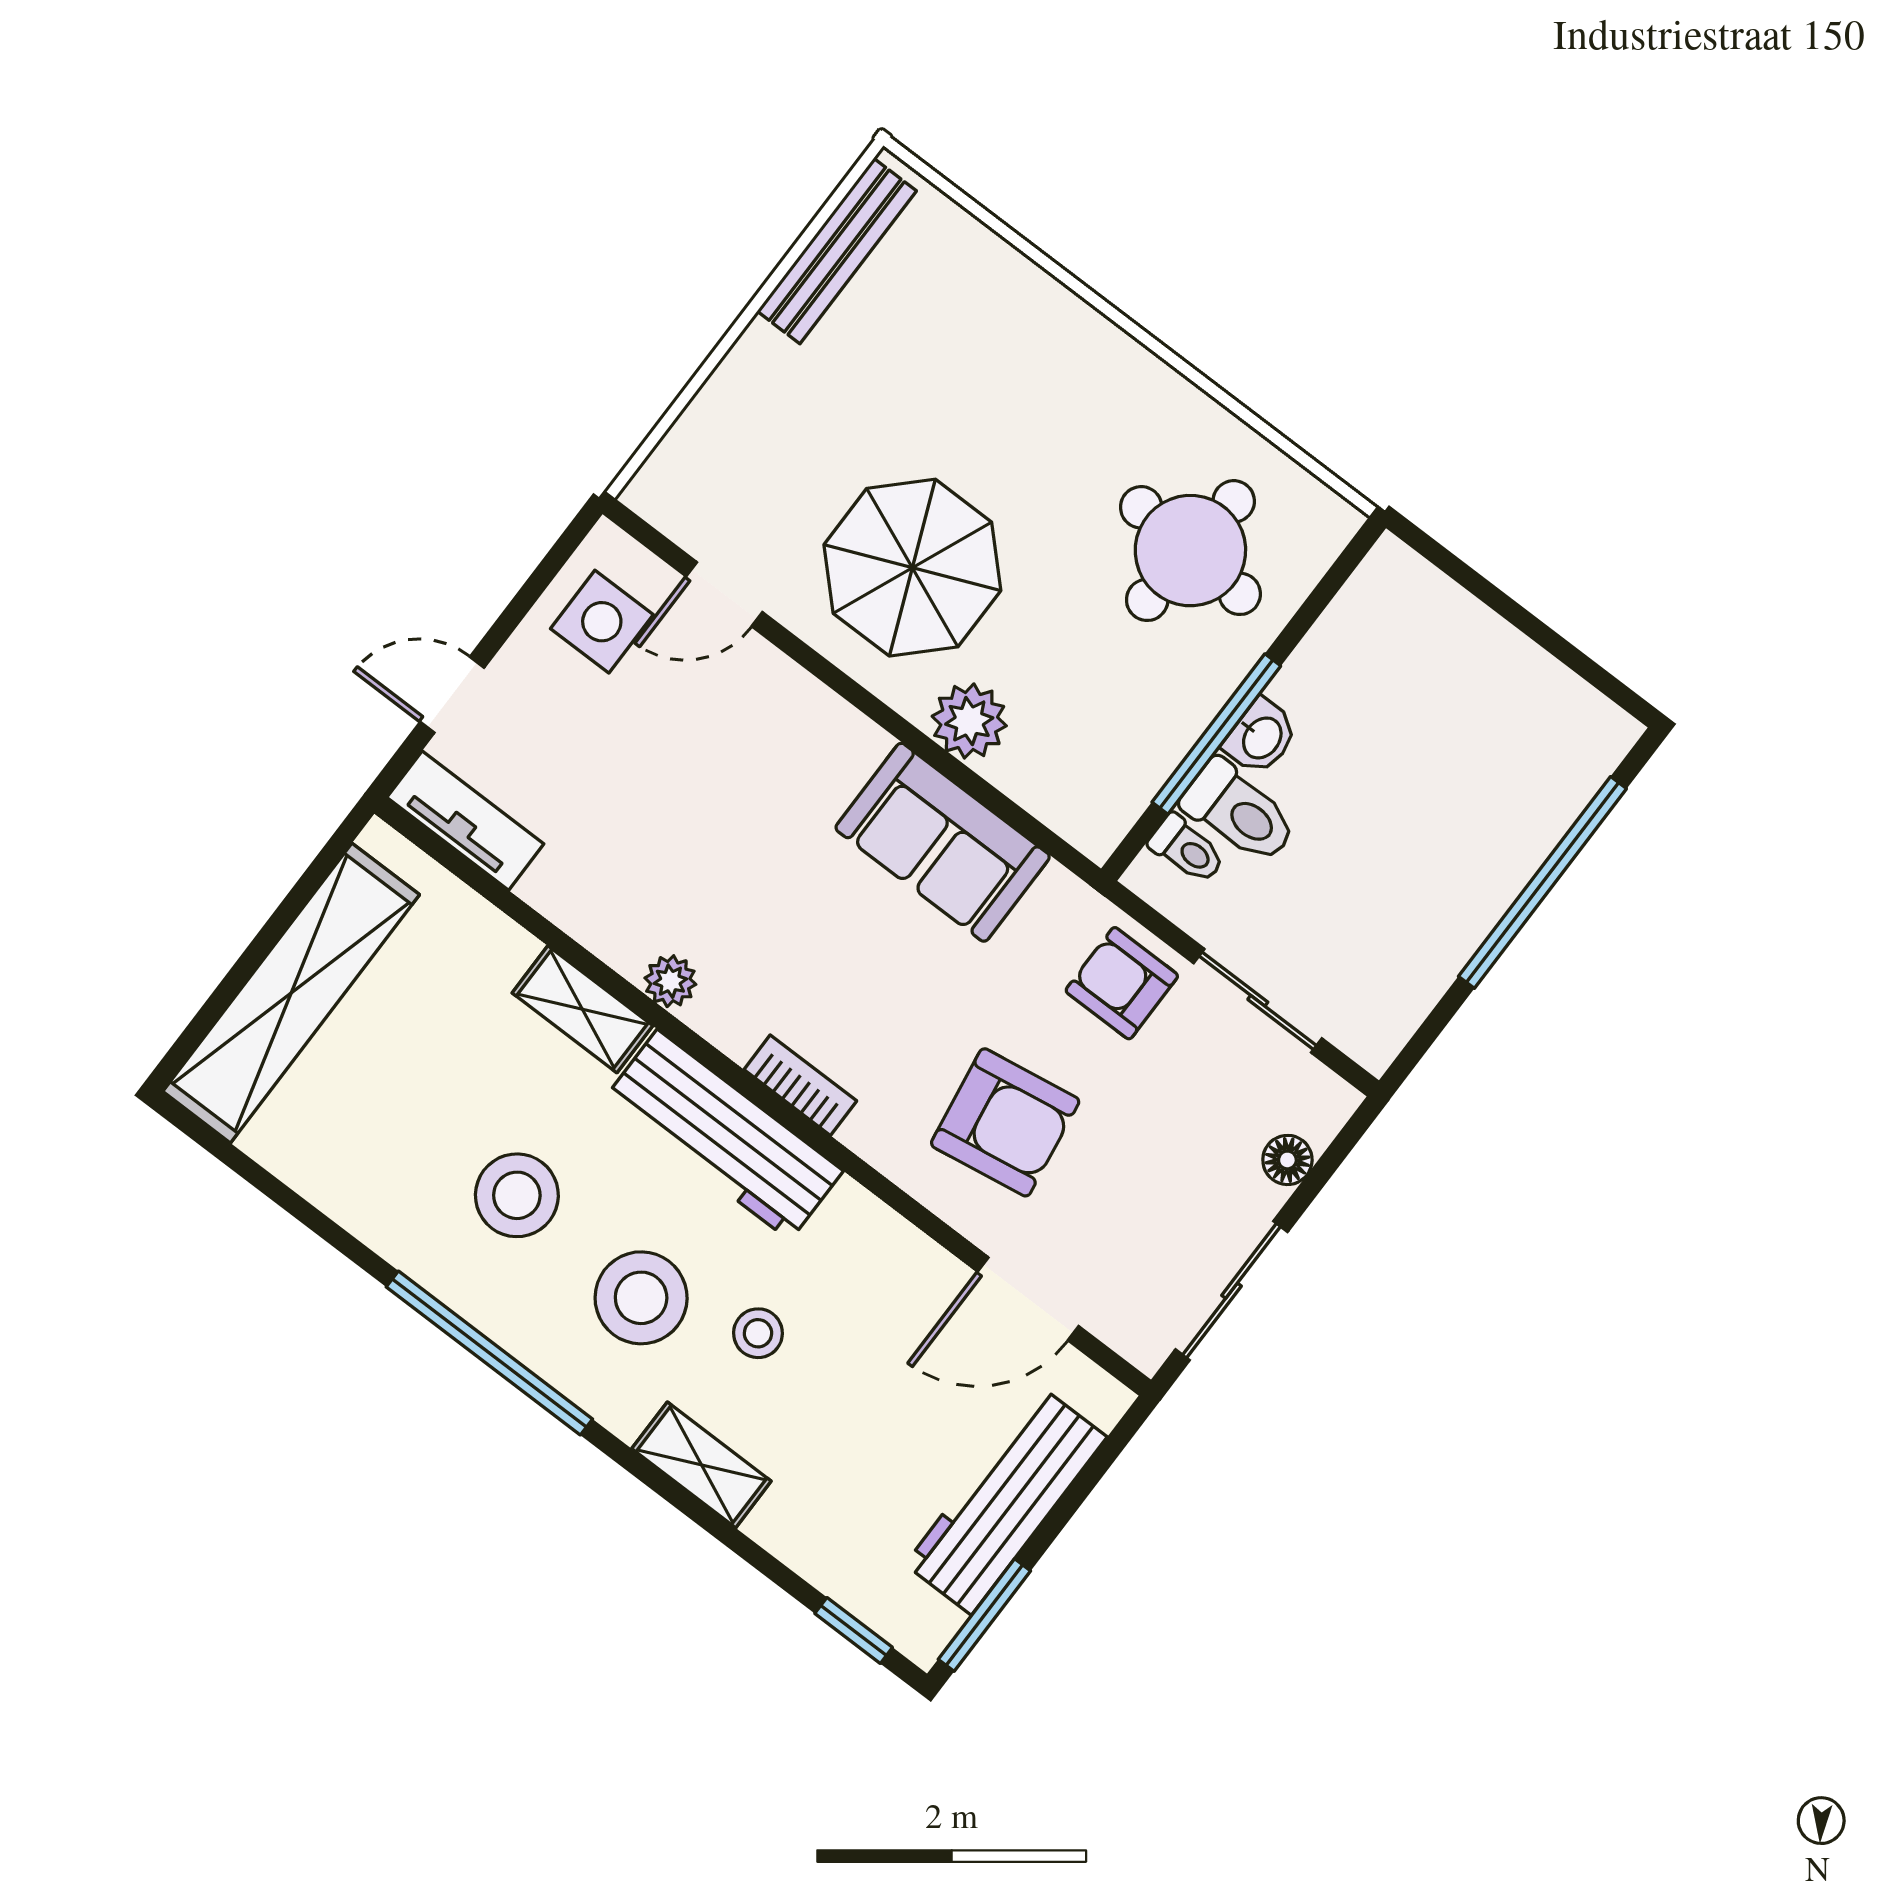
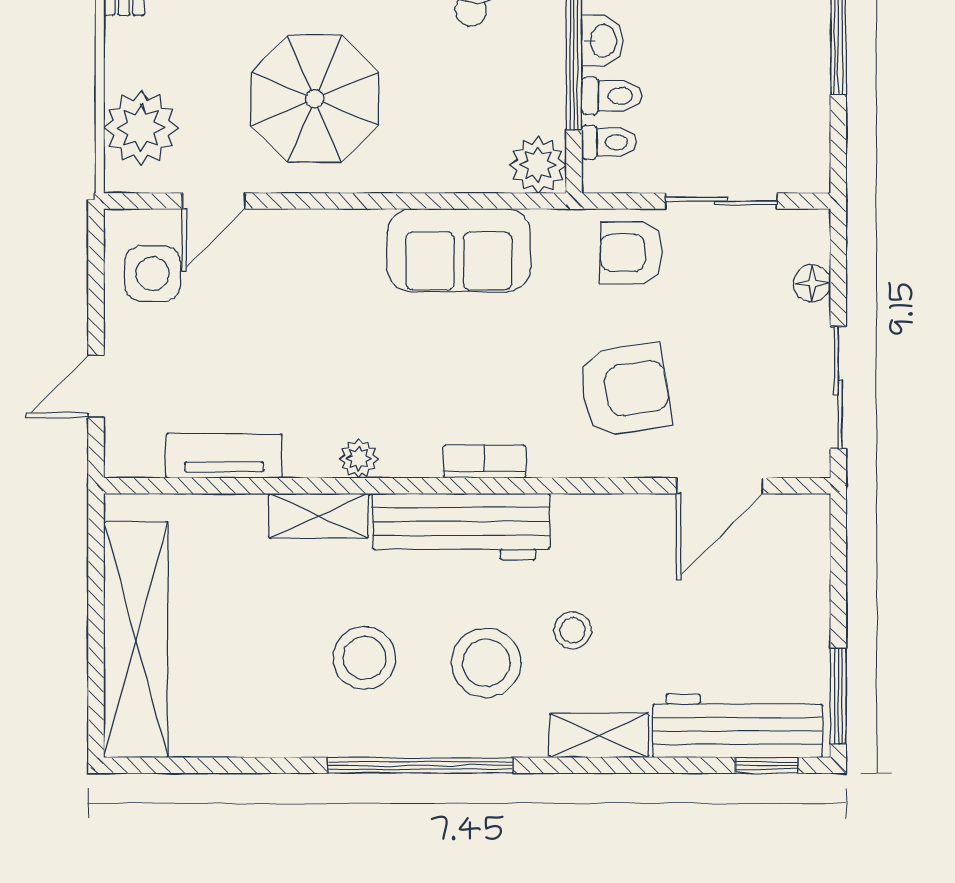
plant: (706, 459) -> (141, 128), added
plant: (969, 721) -> (538, 165), moved
toilet: (1239, 812) -> (612, 96), width x0.73, depth x0.72
tv unit: (465, 821) -> (224, 456), moved
workbench: (1006, 1501) -> (737, 726), moved, turned 90

